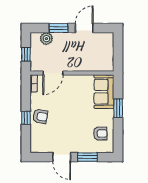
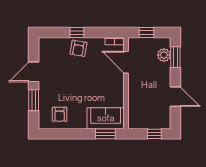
window: (59, 28) -> (175, 57), moved
window: (118, 47) -> (154, 134), added
window: (118, 108) -> (105, 134), moved

